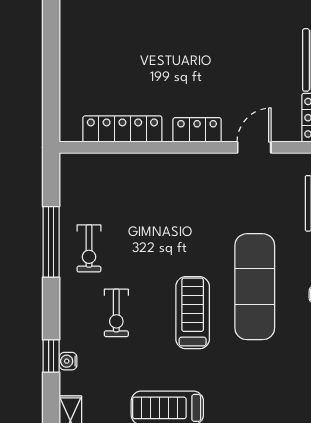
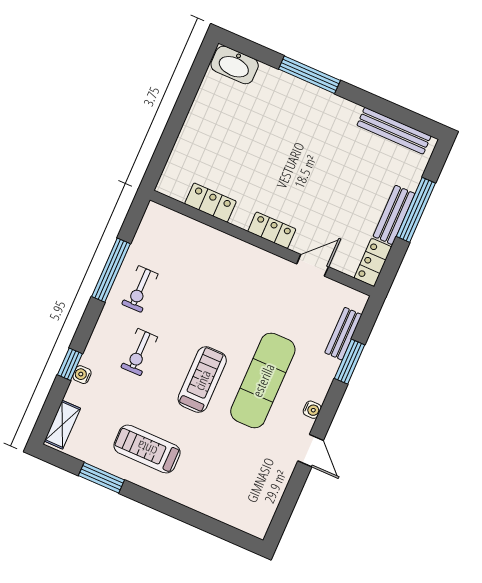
locker: (122, 129) -> (211, 203), width x0.66

